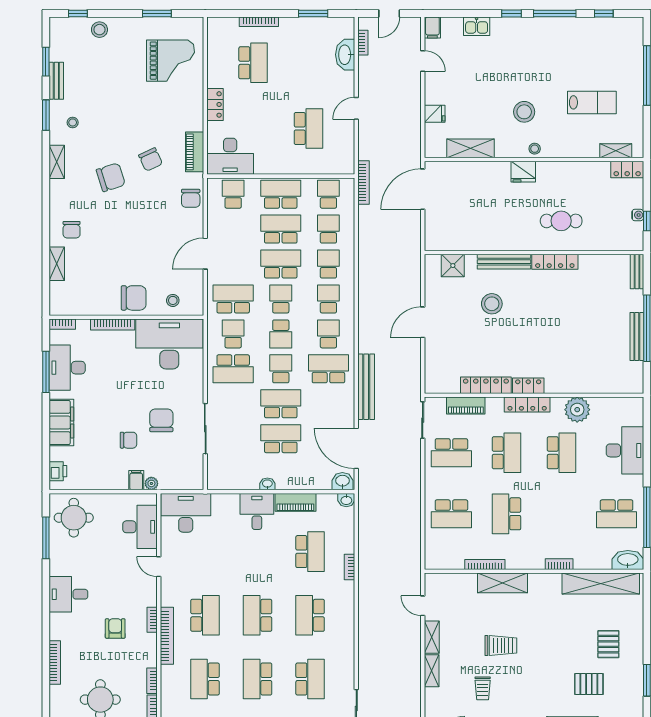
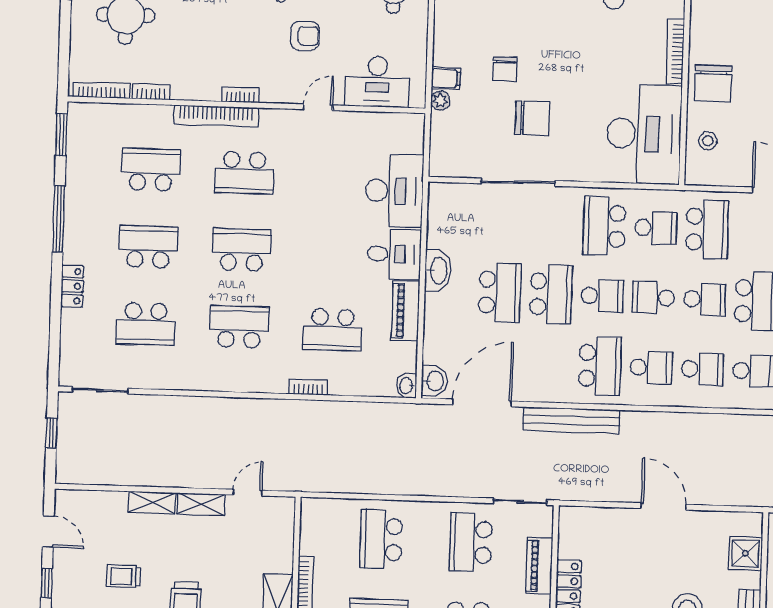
washbasin: (267, 484) -> (438, 271), width x1.91, depth x1.45
desk: (186, 513) -> (394, 191), moved
armchair: (115, 628) -> (305, 36), moved

